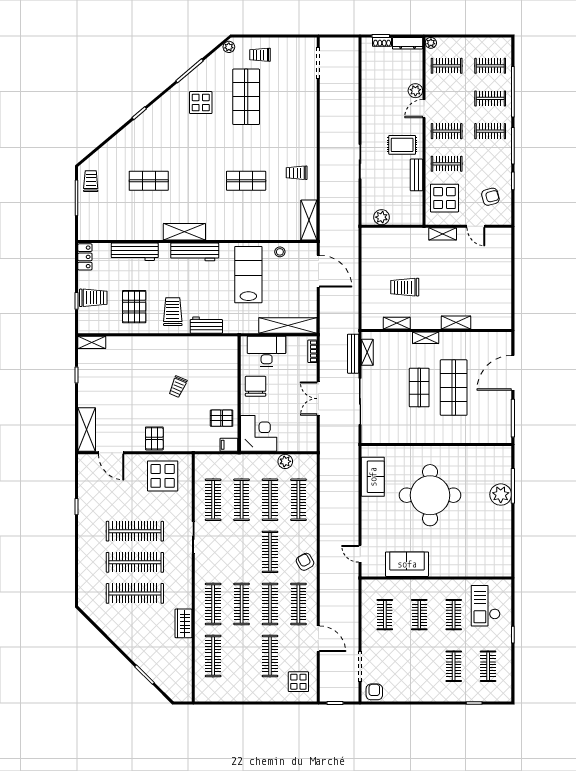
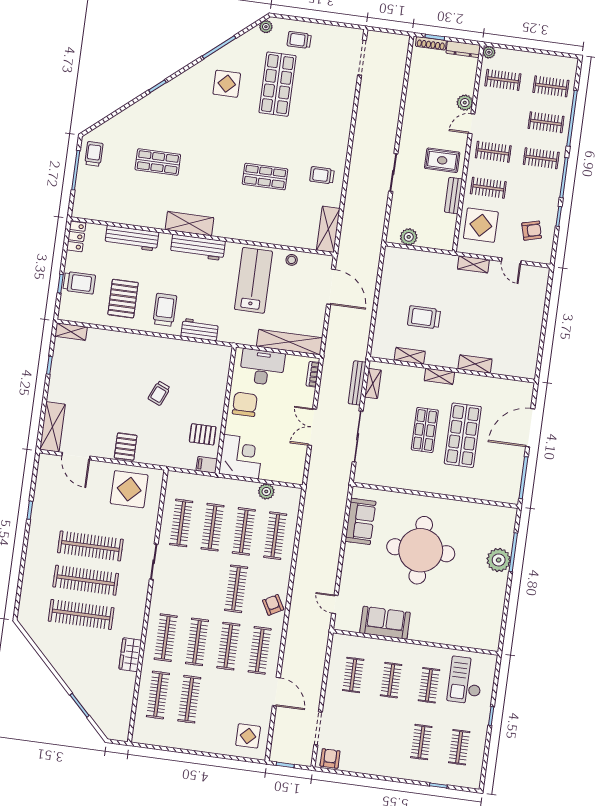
shoe rack: (382, 42) -> (431, 43), width x1.43
clothes rail: (270, 656) -> (189, 699), moved

